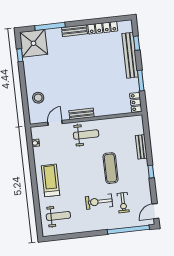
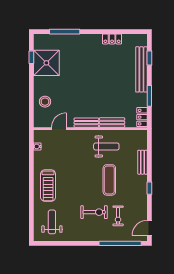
locker: (103, 28) -> (112, 39), width x0.66
bench: (74, 31) -> (112, 122), moved
shower: (33, 43) -> (46, 63), moved
weight bench: (86, 135) -> (106, 146), moved
treadmill: (51, 180) -> (48, 186), turned 180
exercise bike: (99, 202) -> (94, 212), turned 180
weight bench: (58, 216) -> (52, 222), turned -90

